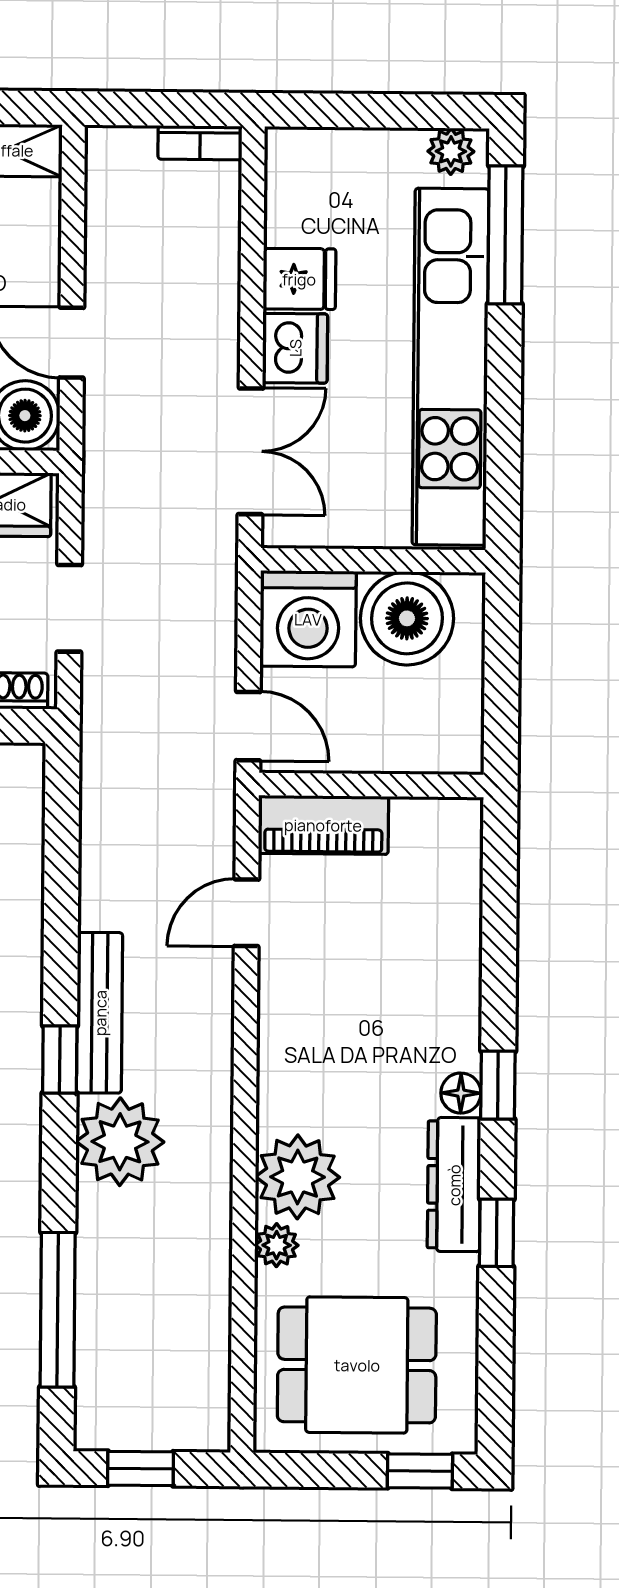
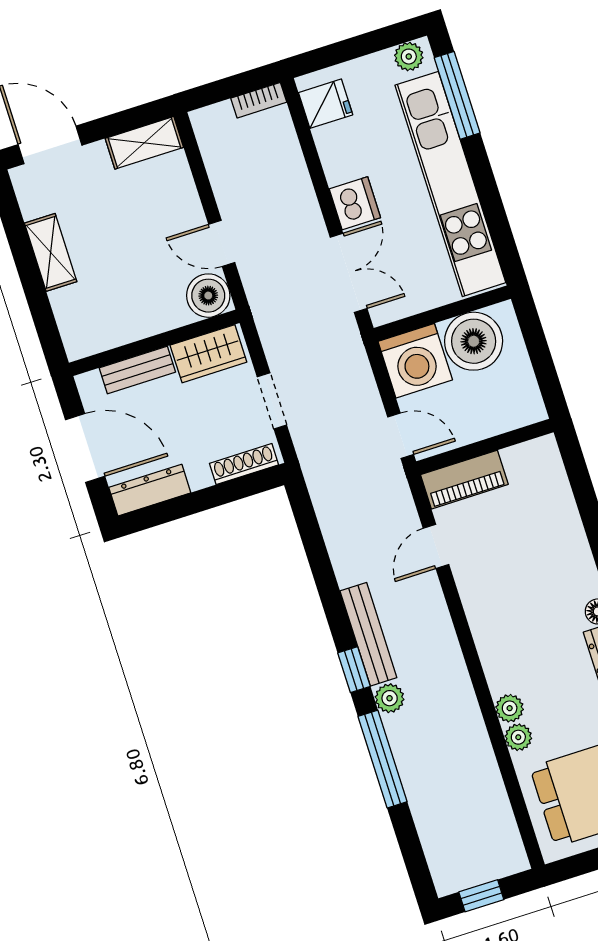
fridge: (299, 279) -> (326, 104), moved
plant: (120, 1142) -> (390, 698), width x0.53, depth x0.53
plant: (298, 1177) -> (510, 708), width x0.53, depth x0.53
window: (58, 1310) -> (383, 759), moved

